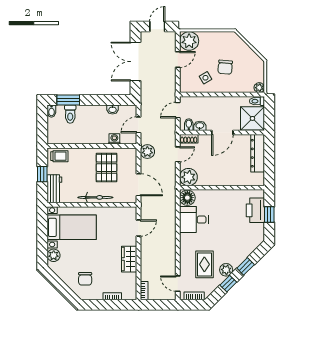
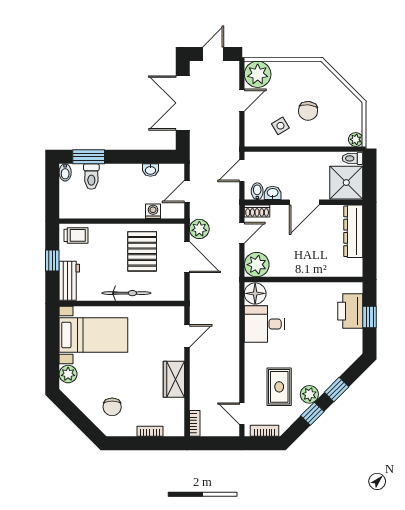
door: (139, 185) -> (187, 257), moved

